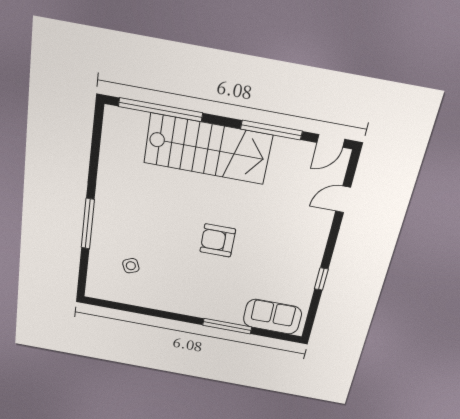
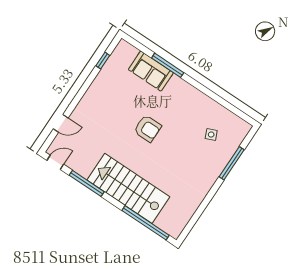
window: (88, 224) -> (232, 163), moved
window: (321, 279) -> (103, 61), moved
sofa: (272, 317) -> (151, 71), moved

